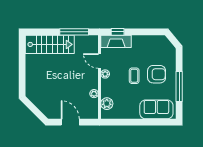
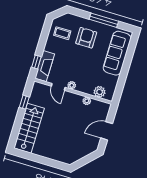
window: (74, 32) -> (24, 102), width x0.46
door: (100, 61) -> (58, 87), hinge flipped
coffee table: (134, 76) -> (62, 33), moved
sofa: (156, 109) -> (117, 53), width x1.36

